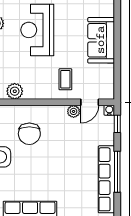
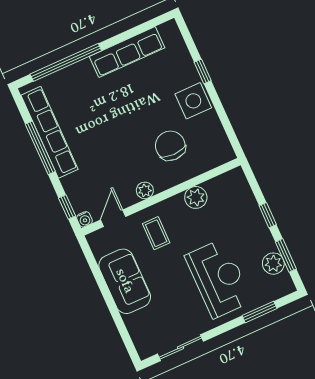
sofa: (101, 40) -> (125, 281), moved
plant: (15, 91) -> (196, 197), moved
plant: (74, 111) -> (145, 190), moved

